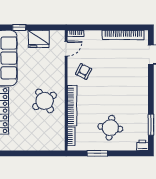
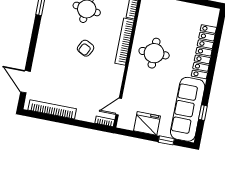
armchair: (84, 71) -> (86, 48), moved
round table: (45, 101) -> (154, 53), turned 33

